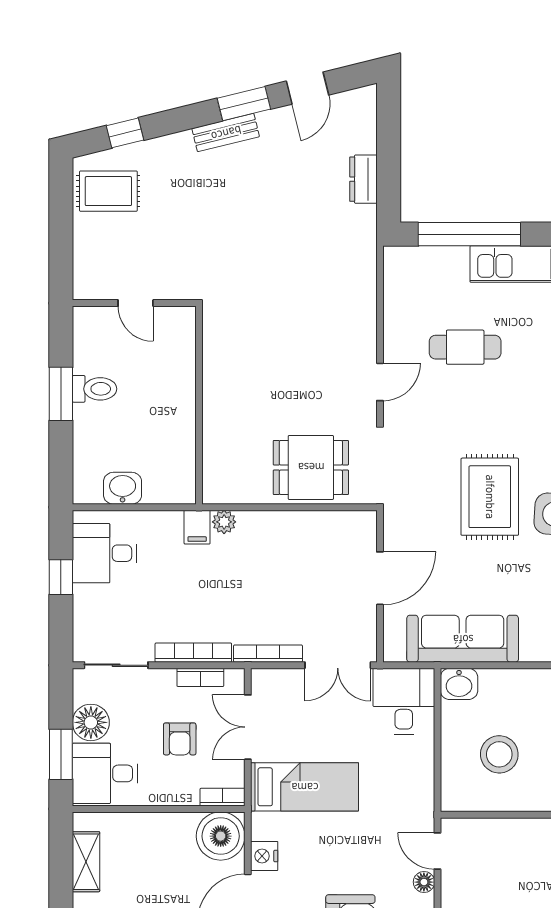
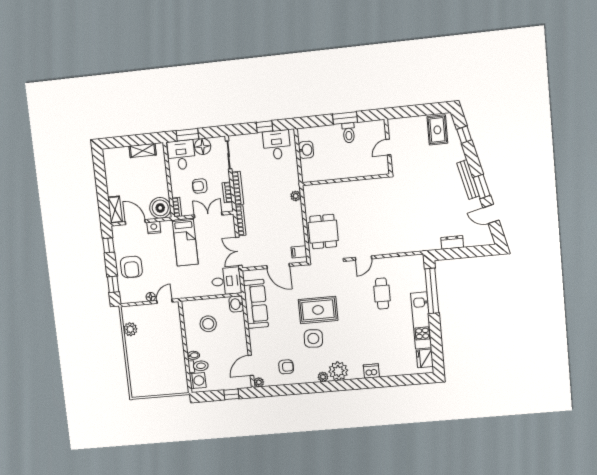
bench: (226, 133) -> (468, 180), width x1.36
door: (380, 382) -> (363, 258), hinge flipped
filing cabinet: (197, 527) -> (299, 252), moved

